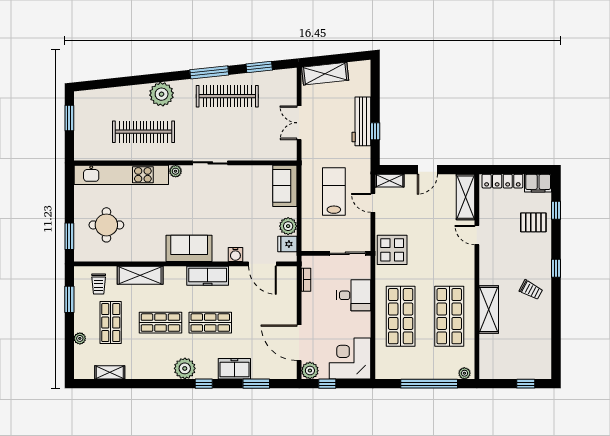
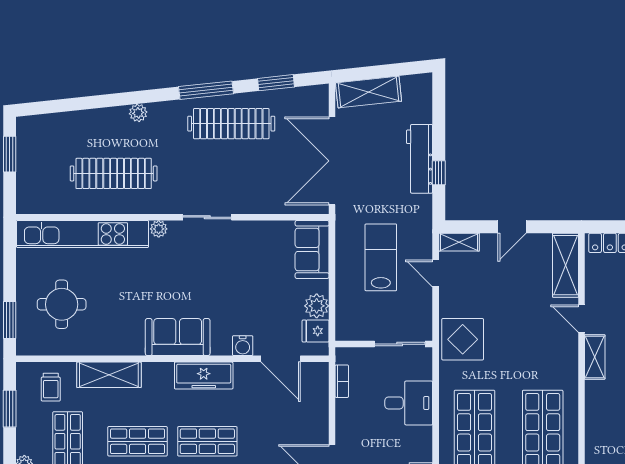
plant: (162, 94) -> (138, 113), width x0.53, depth x0.53
double door: (299, 123) -> (332, 161), width x1.87
shelving: (489, 310) -> (595, 357), moved, width x0.67, depth x0.75

